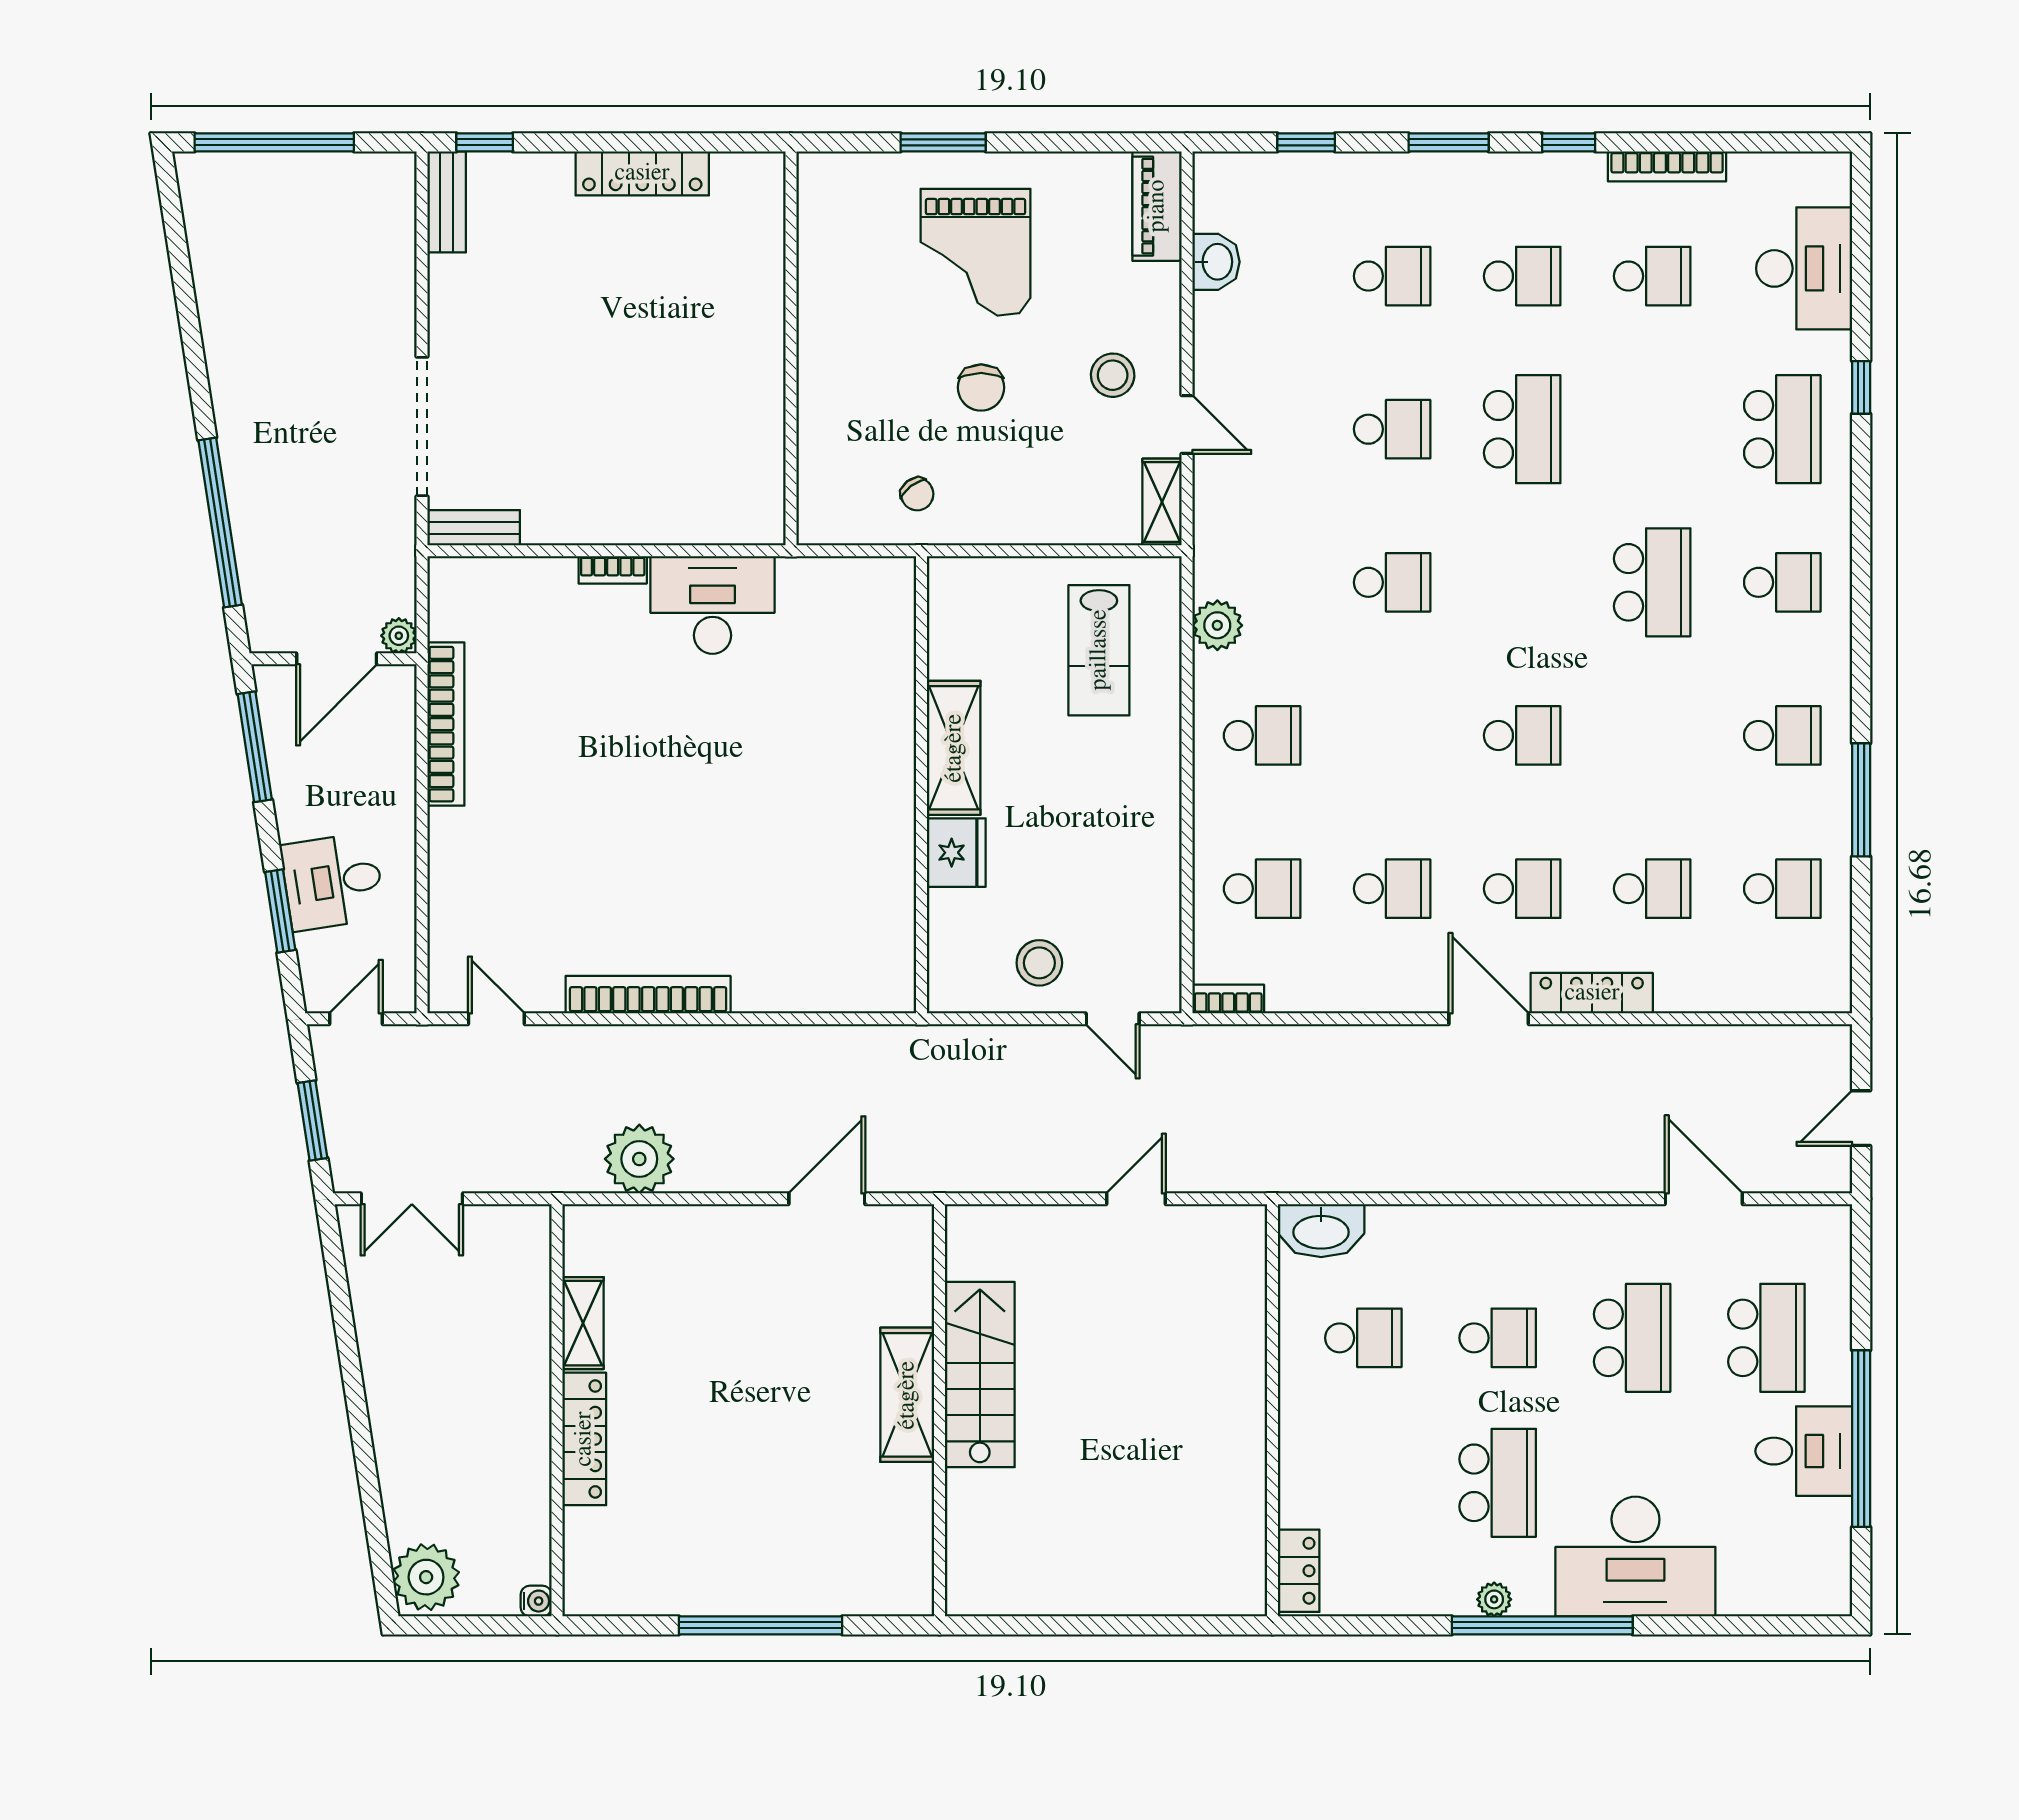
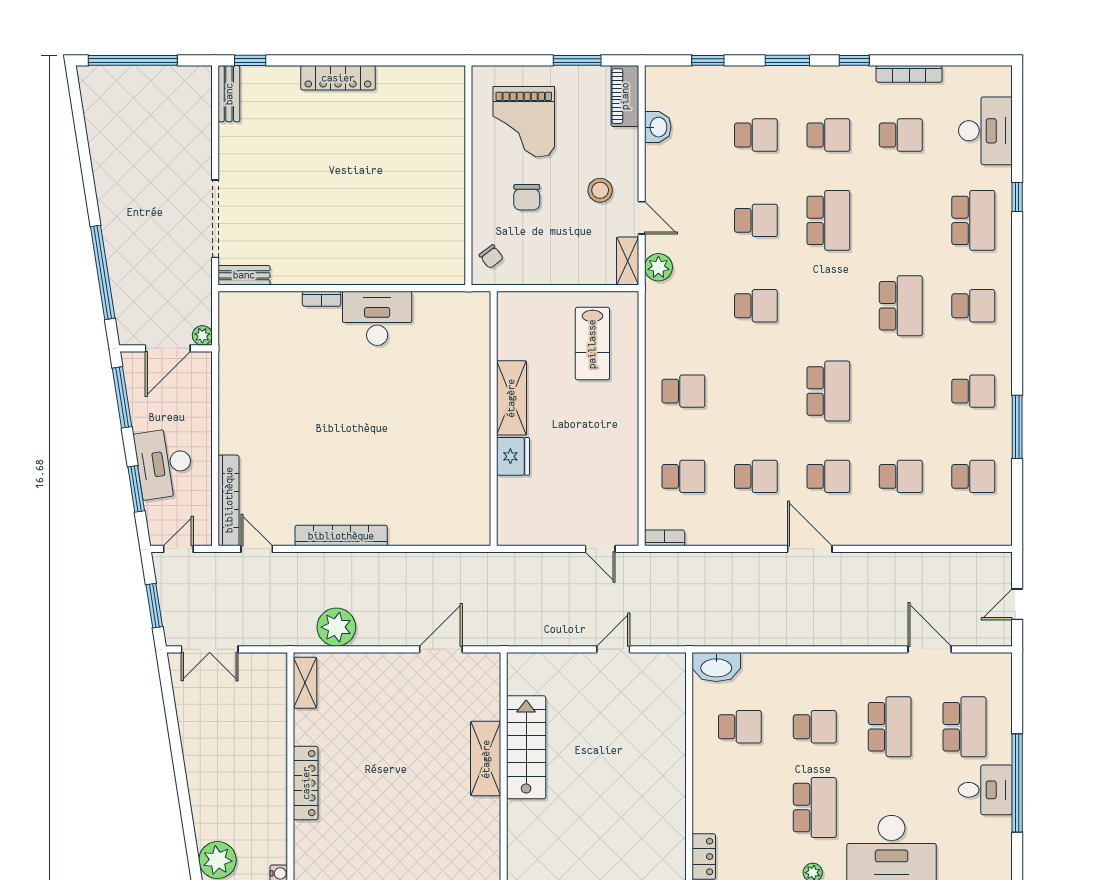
window: (943, 142) -> (577, 60), moved
wall: (791, 348) -> (468, 175), moved
plant: (1217, 625) -> (658, 267), moved
bookcase: (446, 724) -> (229, 500), moved
school desk: (1522, 735) -> (828, 391), width x1.85
desk: (333, 882) -> (164, 463), width x1.37
stool: (1039, 963) -> (559, 518), removed
locker: (1592, 993) -> (867, 535), removed
shelving: (583, 1323) -> (305, 683), moved

